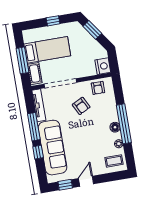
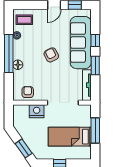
nightstand: (103, 66) -> (37, 111), moved, turned 90
cot: (35, 74) -> (86, 116), removed
armchair: (81, 106) -> (51, 55), moved
window: (34, 127) -> (95, 66), width x0.69
floor lamp: (115, 127) -> (18, 65), moved

